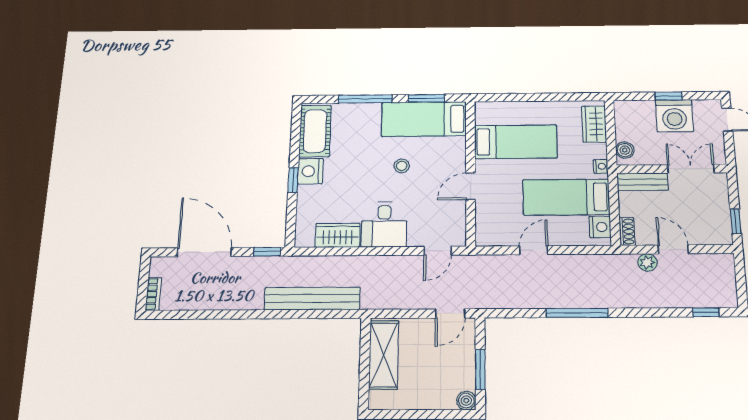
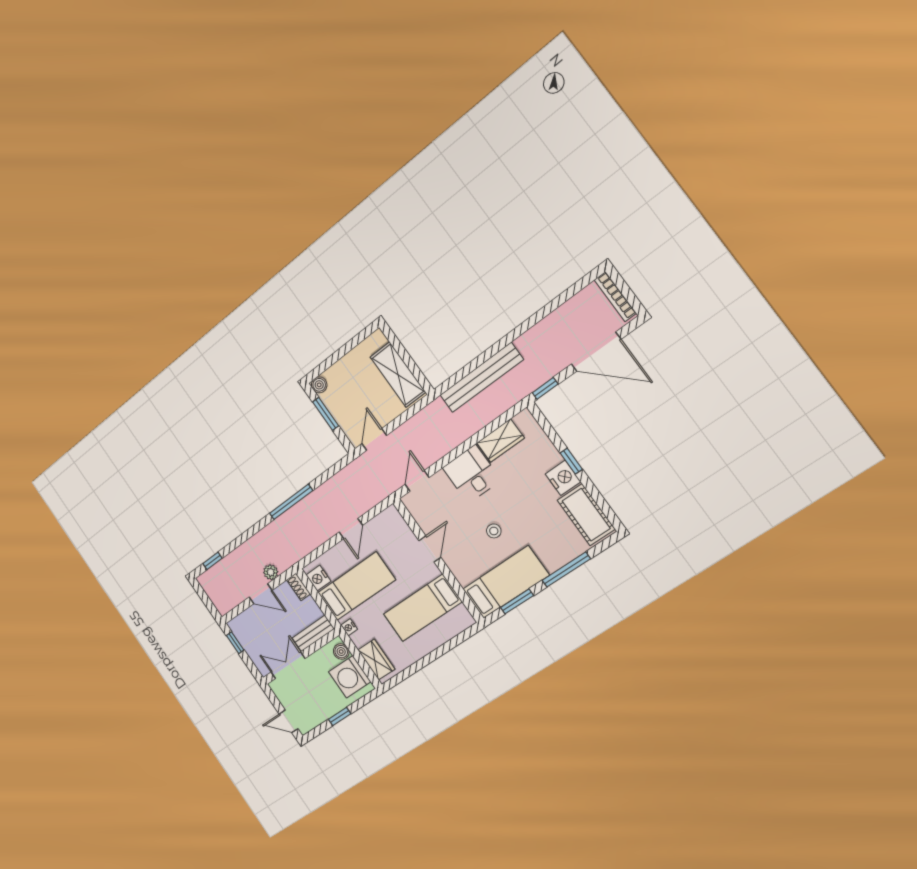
washing machine: (674, 116) -> (350, 677), moved, turned -90
double door: (691, 169) -> (288, 665), swing flipped
bookcase: (154, 294) -> (615, 297), width x1.56

